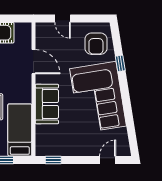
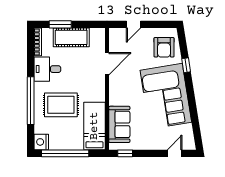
door: (63, 18) -> (134, 24), hinge flipped
door: (33, 62) -> (107, 64), hinge flipped
sofa: (47, 104) -> (119, 124), moved

